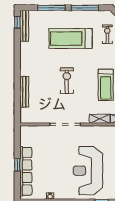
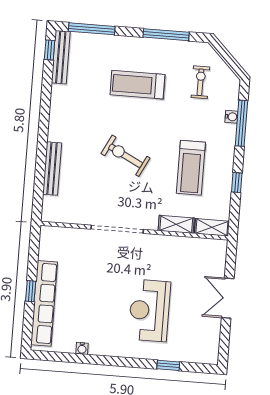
window: (52, 8) -> (92, 29), moved
treadmill: (71, 38) -> (137, 85), width x0.73, depth x0.73
exercise bike: (67, 81) -> (126, 156), turned -63
reception desk: (88, 171) -> (149, 311), width x0.74, depth x0.77

